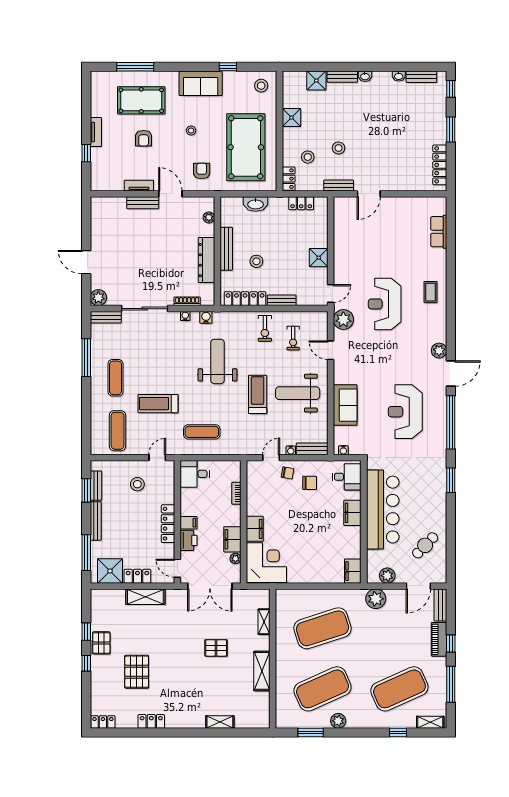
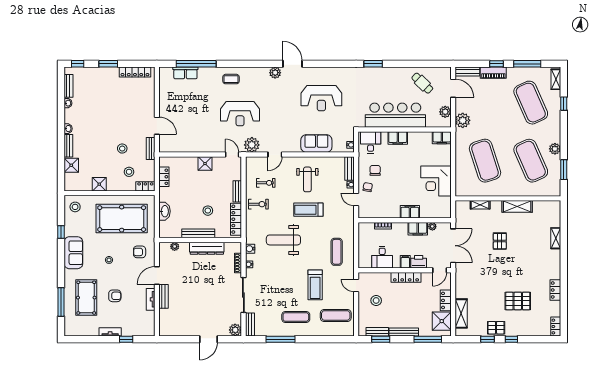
weight bench: (298, 393) -> (307, 179), width x0.73, depth x0.75
window: (451, 422) -> (196, 64), moved
desk: (195, 474) -> (382, 257), moved
corner desk: (266, 563) -> (436, 181), moved, turned -90
shelving: (145, 597) -> (461, 313), moved

